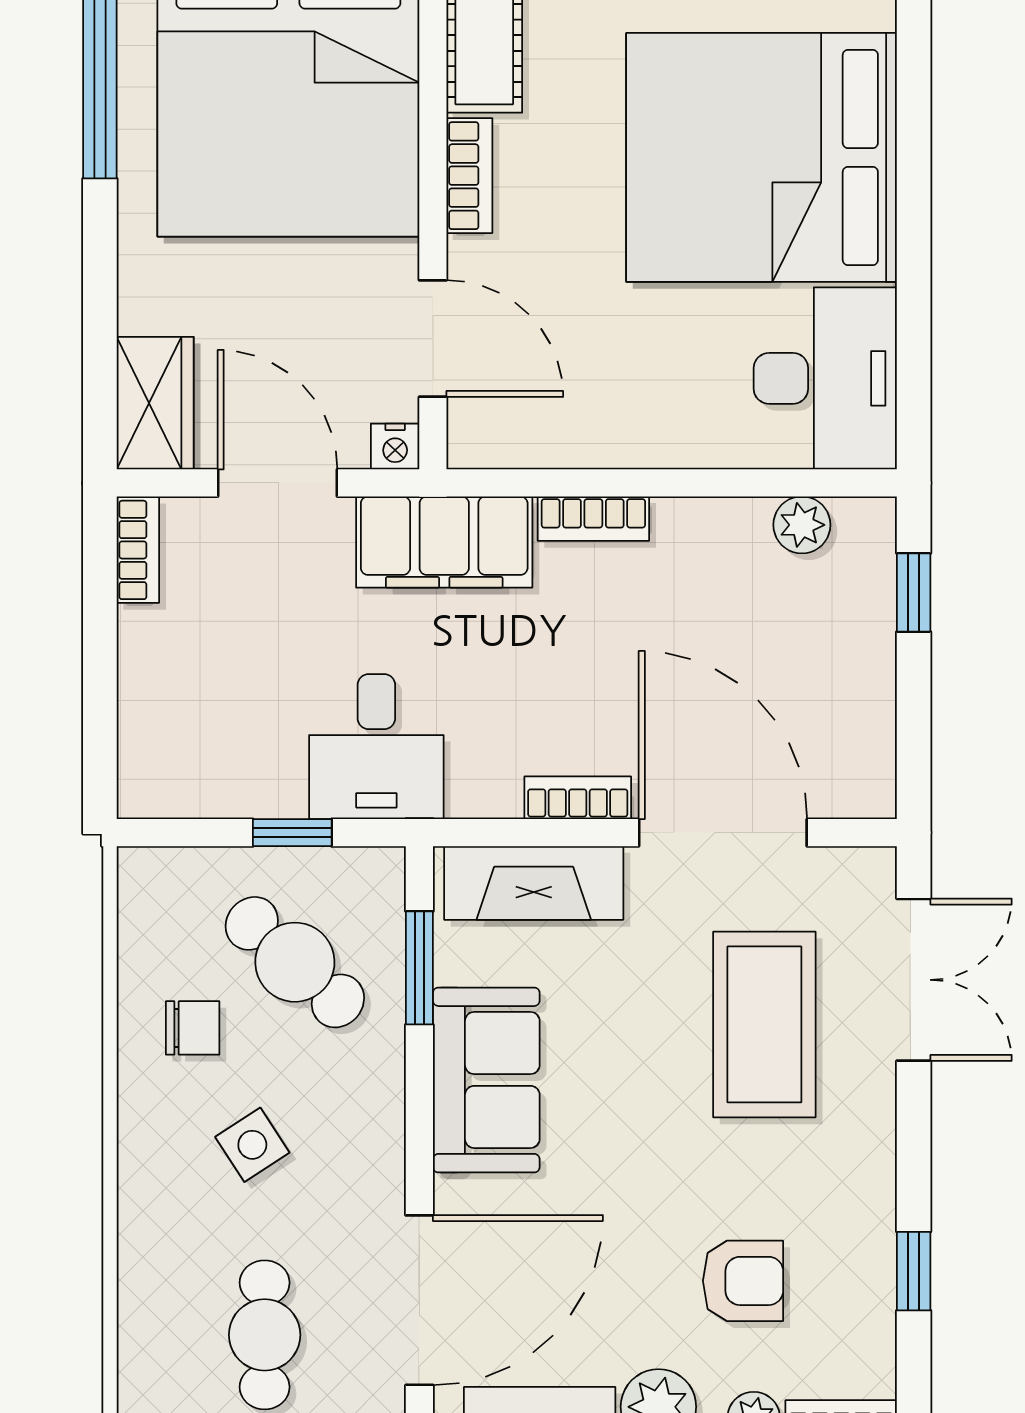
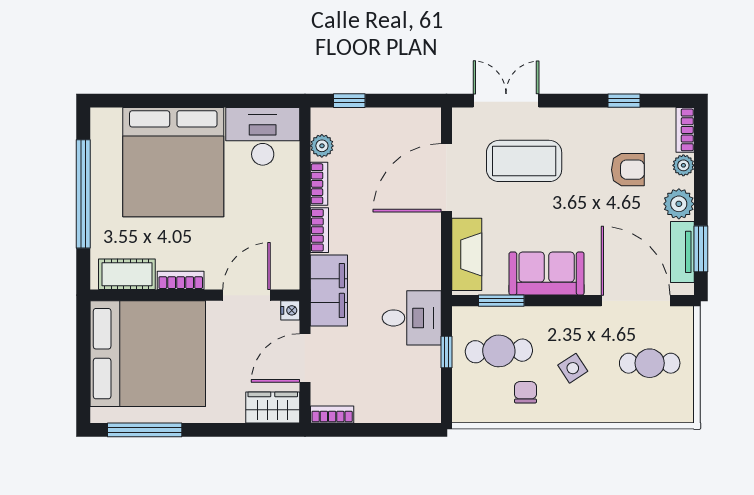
bookcase: (578, 798) -> (319, 184), moved, turned 180
cafe table: (295, 962) -> (499, 351), turned 46
armchair: (743, 1281) -> (628, 170), turned 90

